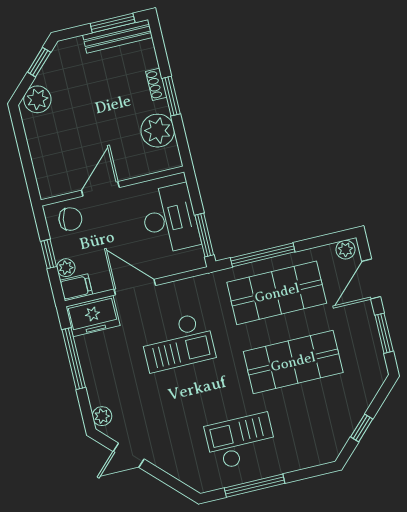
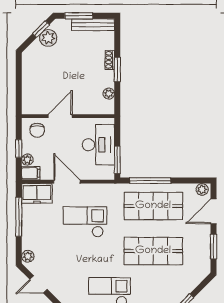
window: (113, 23) -> (79, 16), moved
plant: (37, 99) -> (48, 38), moved
plant: (158, 131) -> (109, 94), width x0.53, depth x0.53
chair: (70, 219) -> (37, 130), turned 80
checkout: (178, 342) -> (85, 222), turned 180

